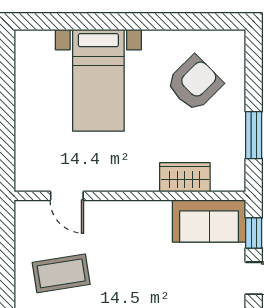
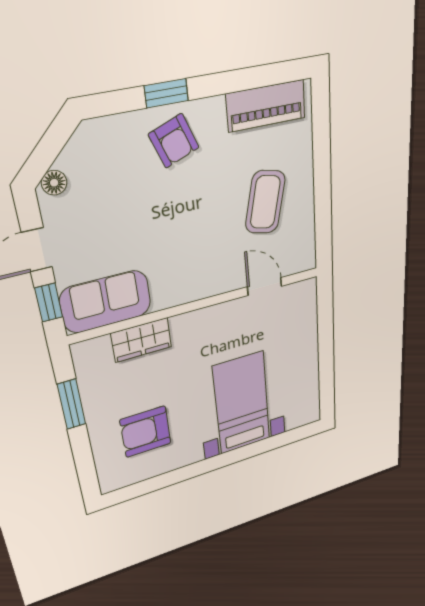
armchair: (195, 83) -> (146, 432), turned 45
coffee table: (61, 273) -> (265, 202), turned -68

